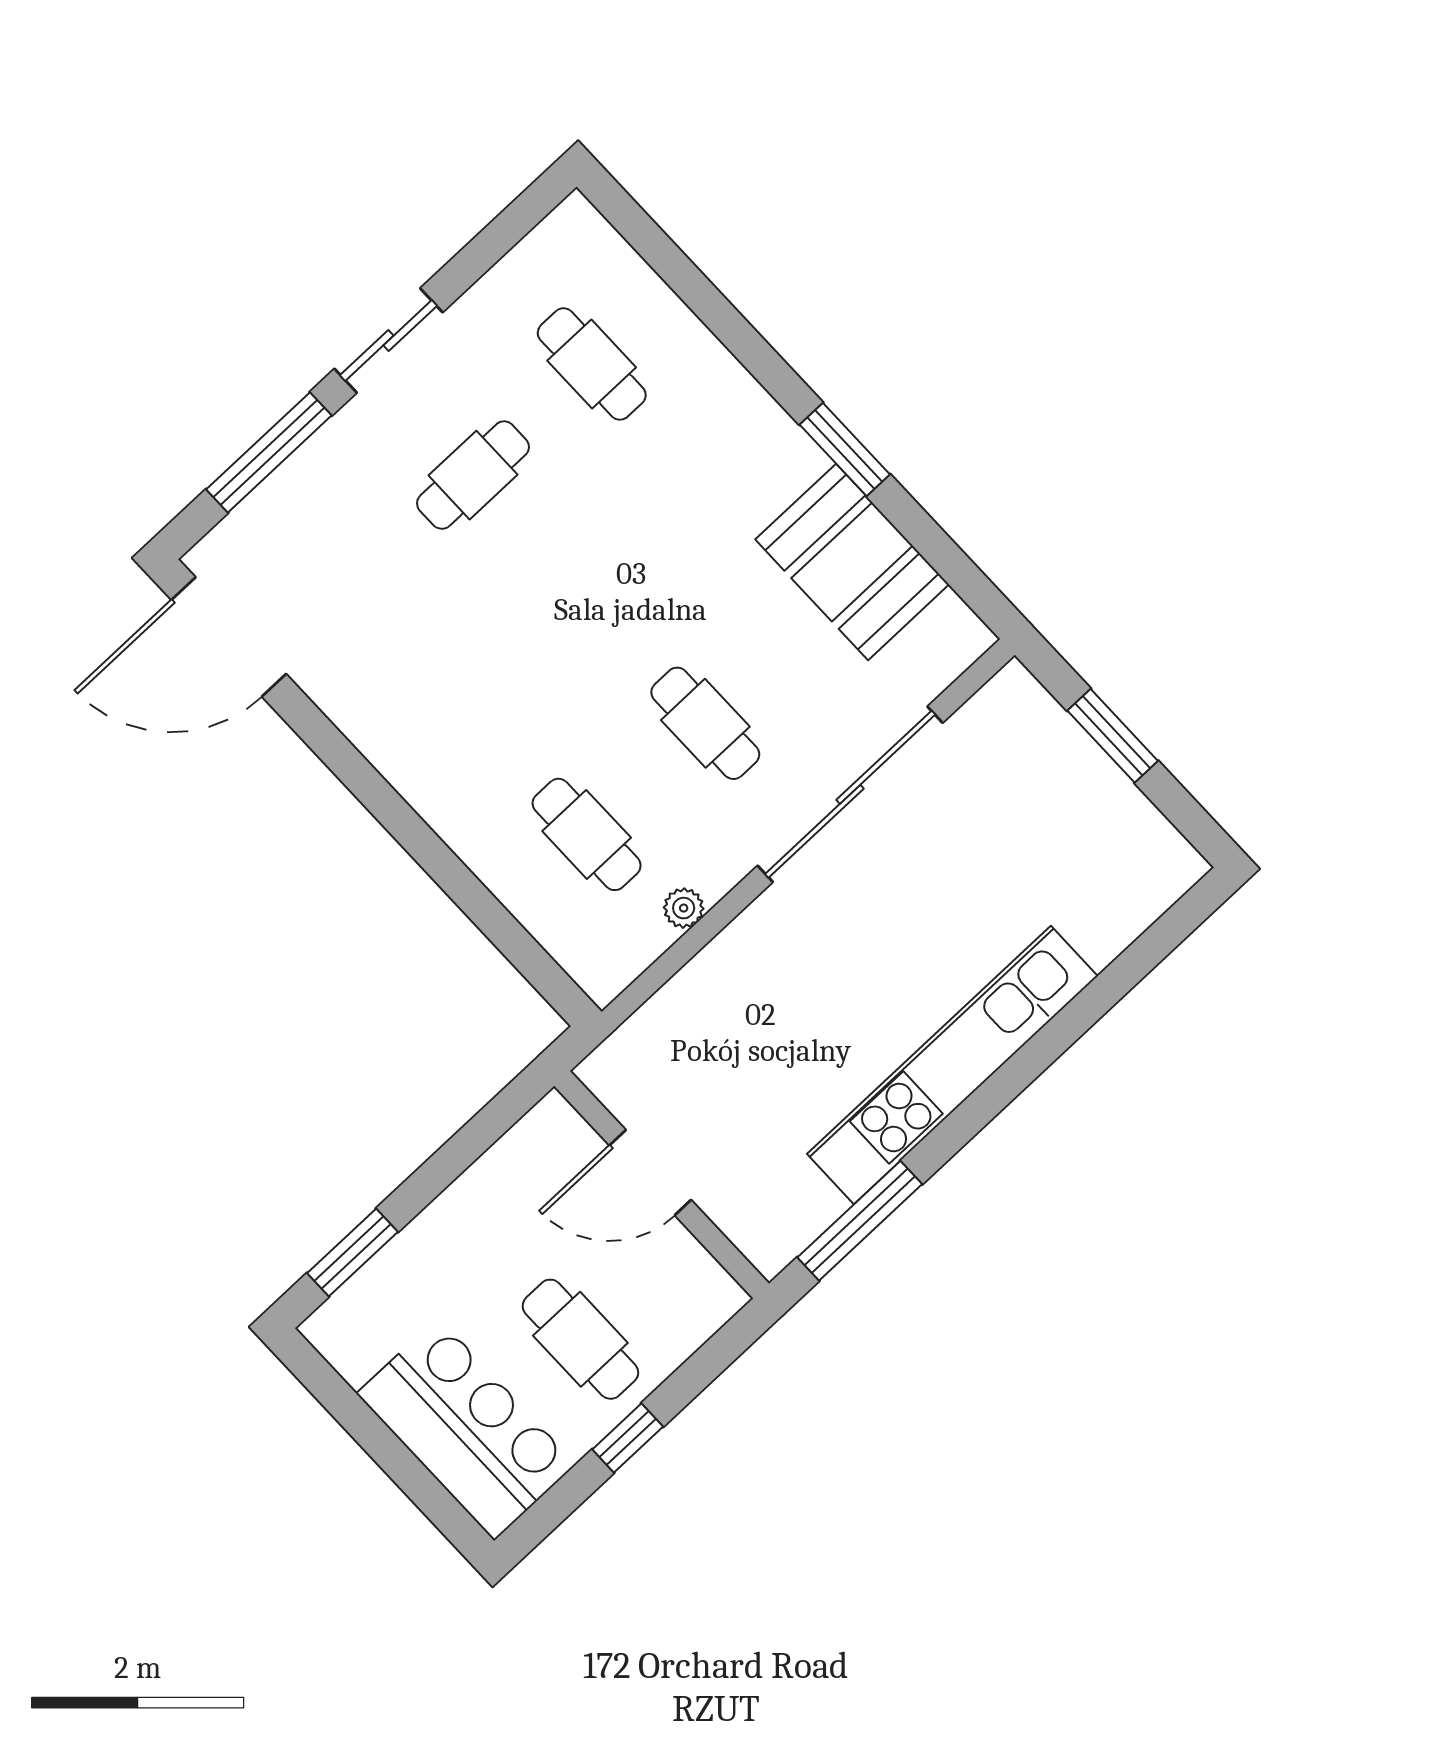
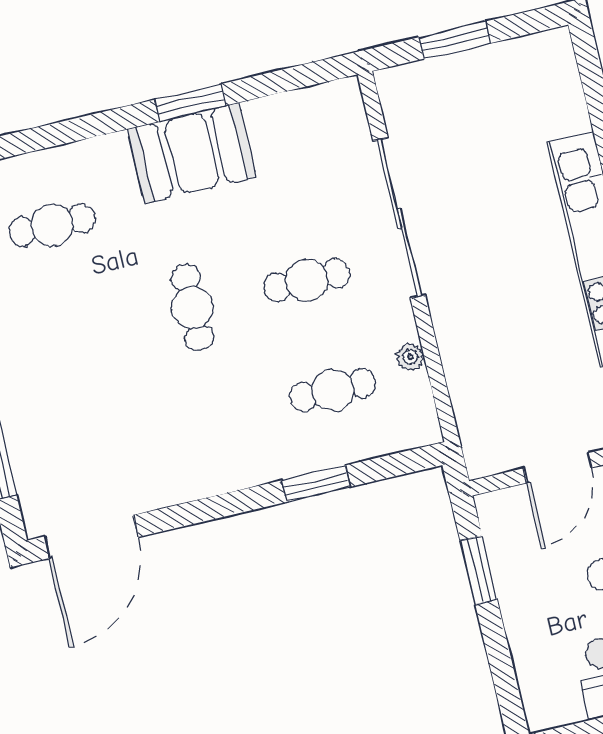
cafe table: (473, 475) -> (192, 307), moved
booth: (852, 562) -> (192, 153), moved
window: (457, 880) -> (316, 484), added
window: (353, 1253) -> (479, 570), moved

